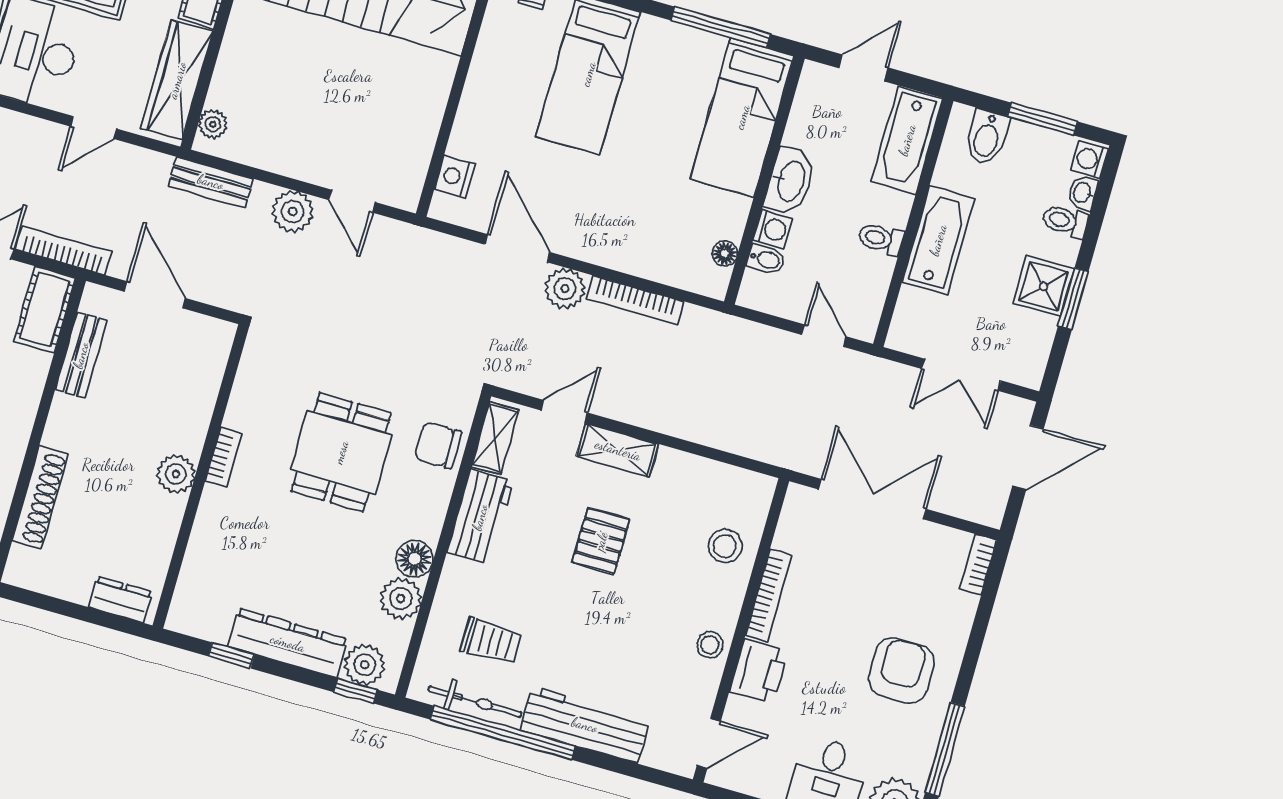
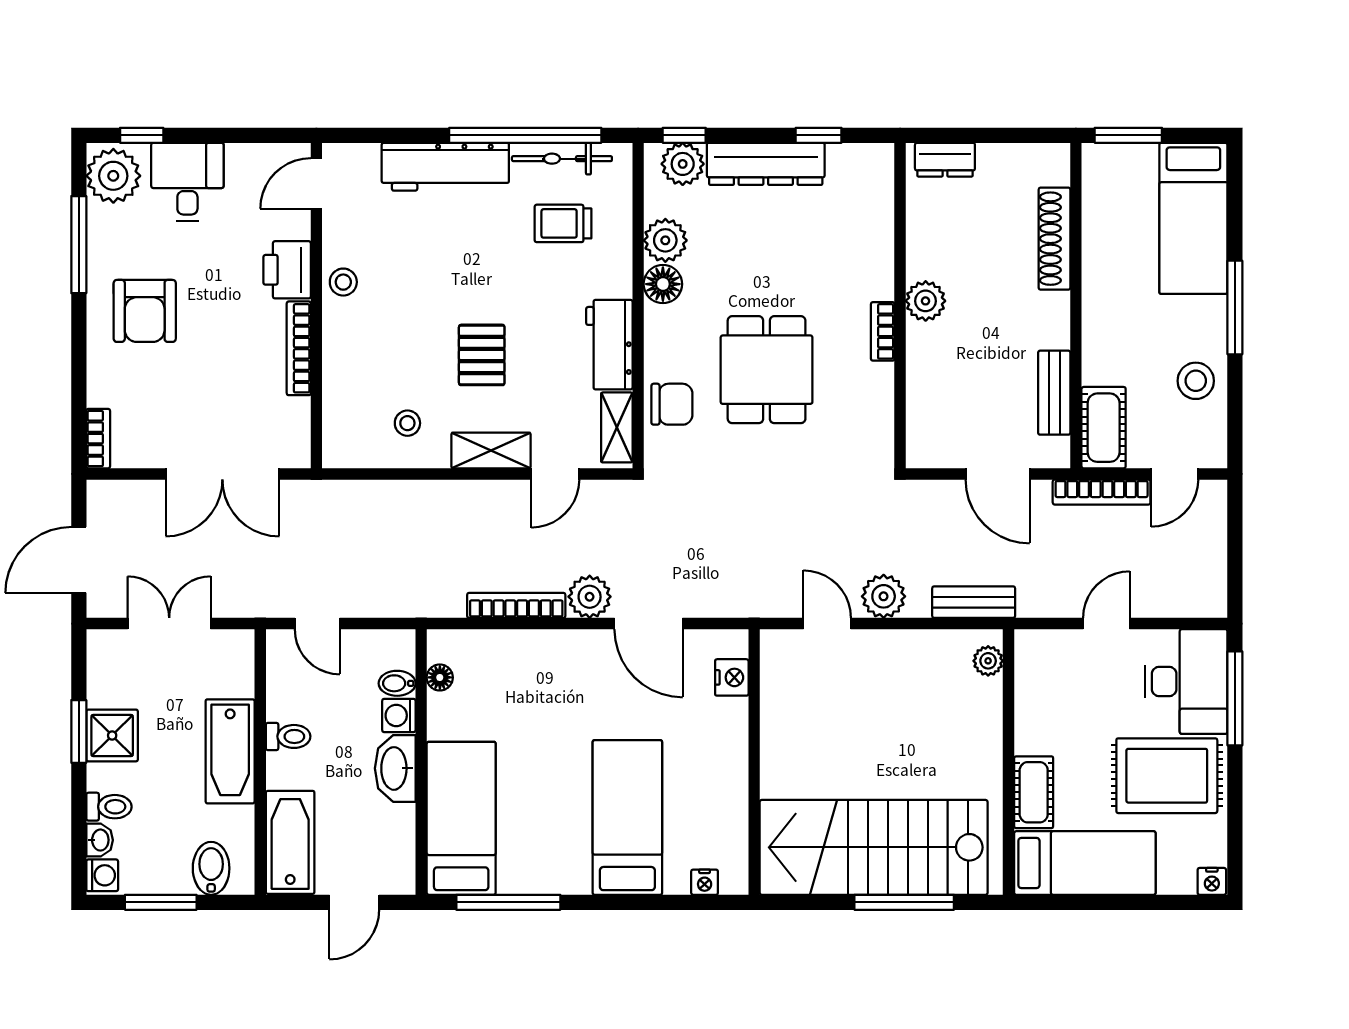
wardrobe: (177, 80) -> (1037, 695), removed
stool: (725, 546) -> (407, 423), moved, width x0.73, depth x0.73

